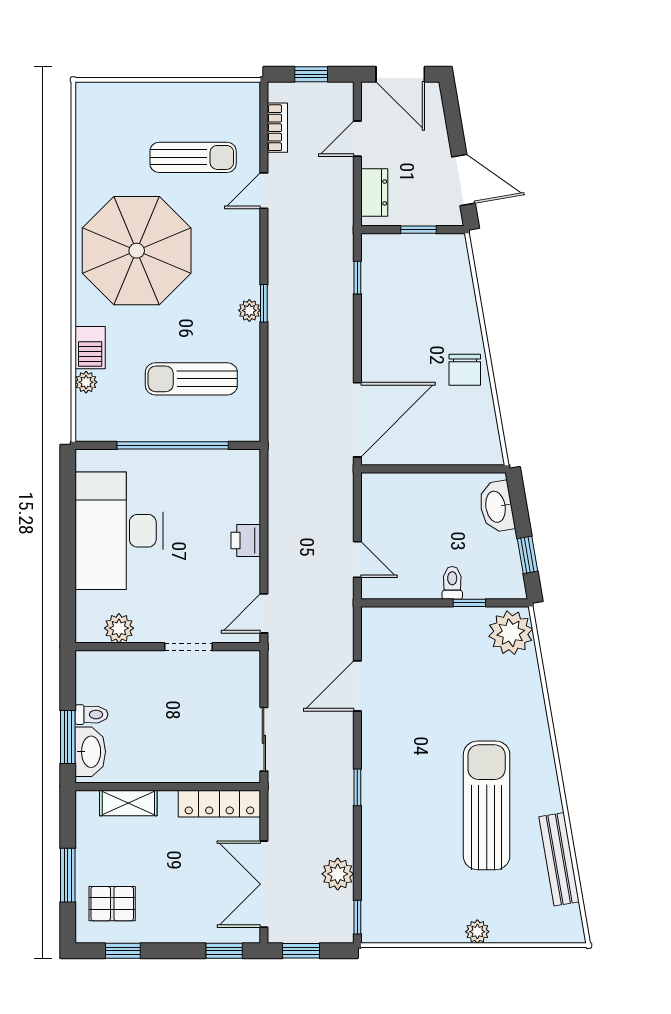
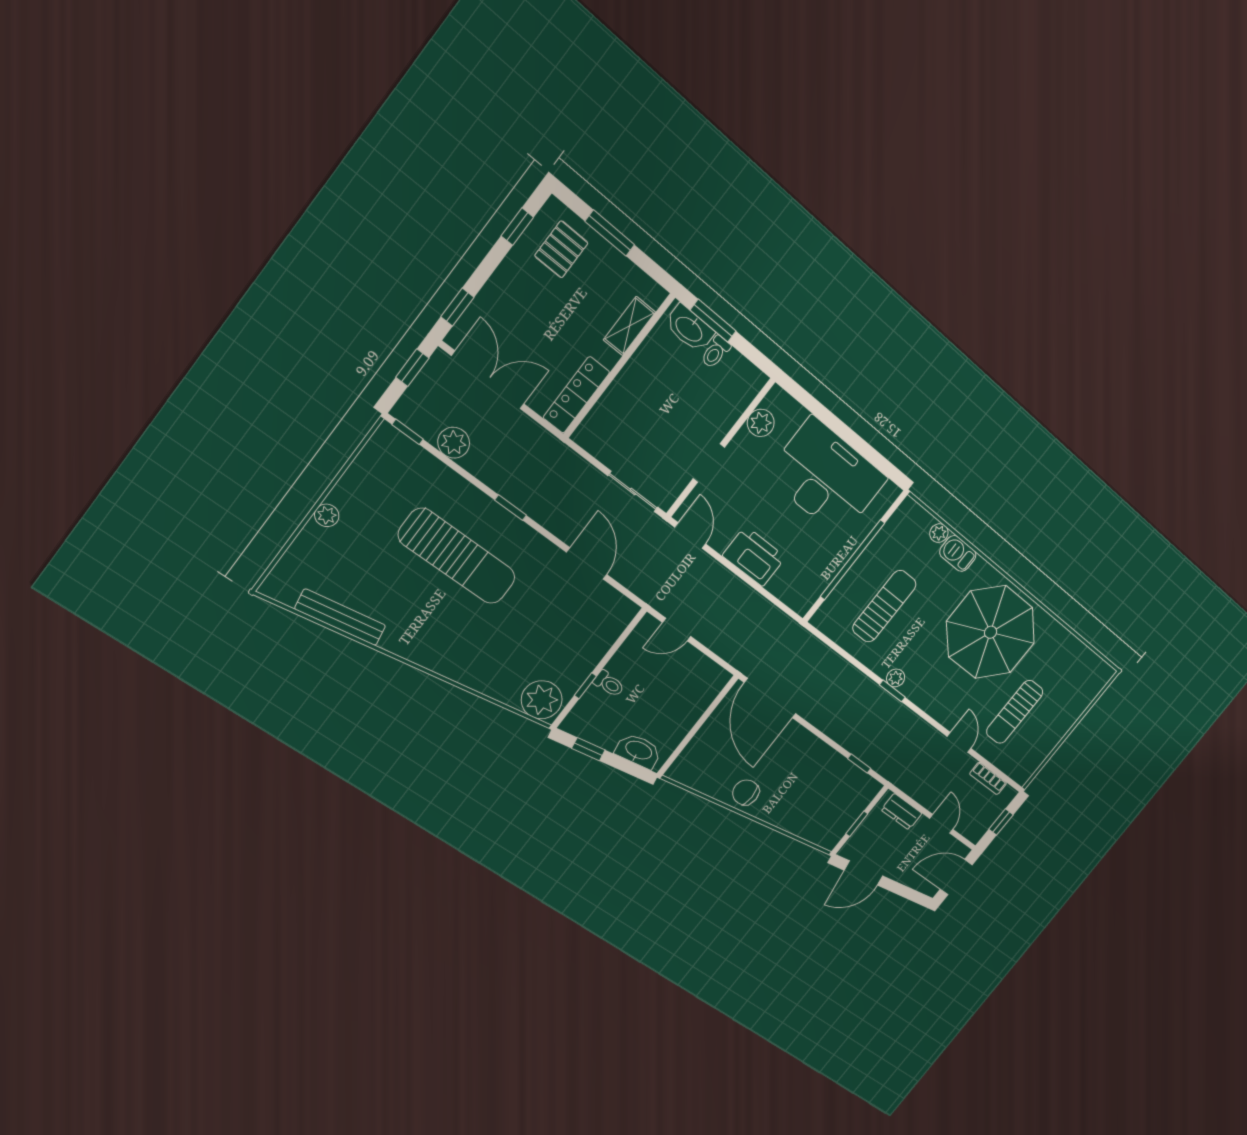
printer: (246, 541) -> (754, 556), width x1.87, depth x1.48
sliding door: (264, 739) -> (633, 492), moved
sun lounger: (487, 805) -> (457, 556), moved

